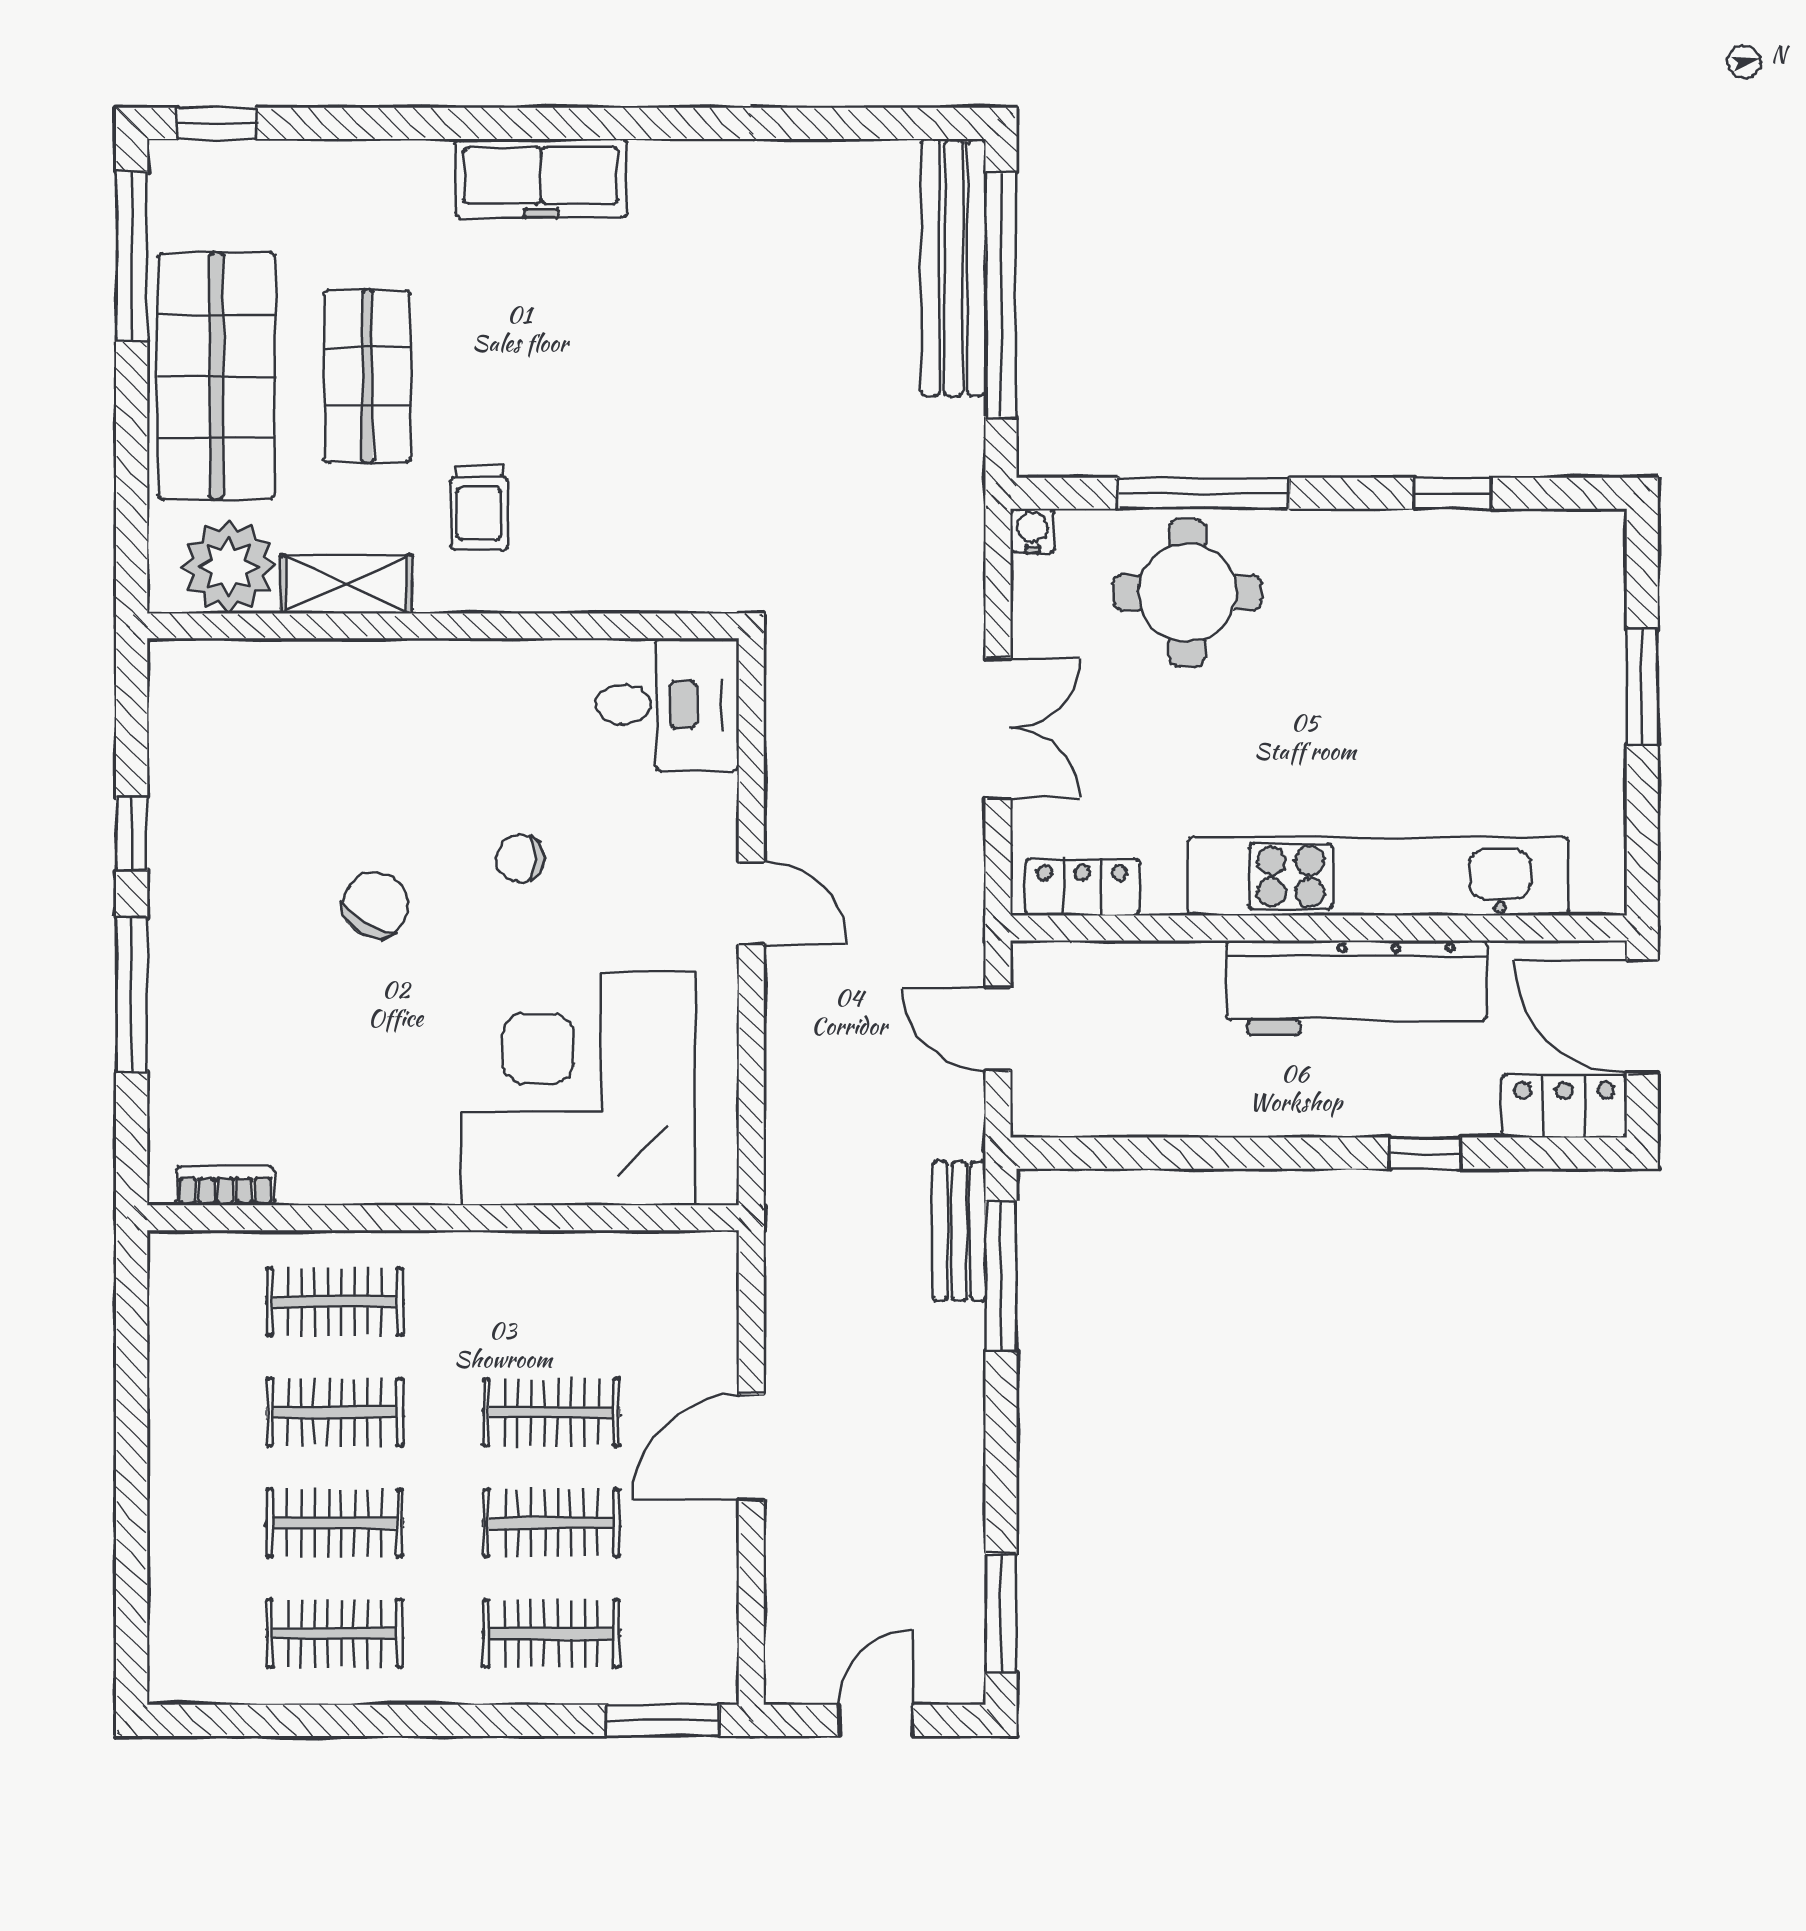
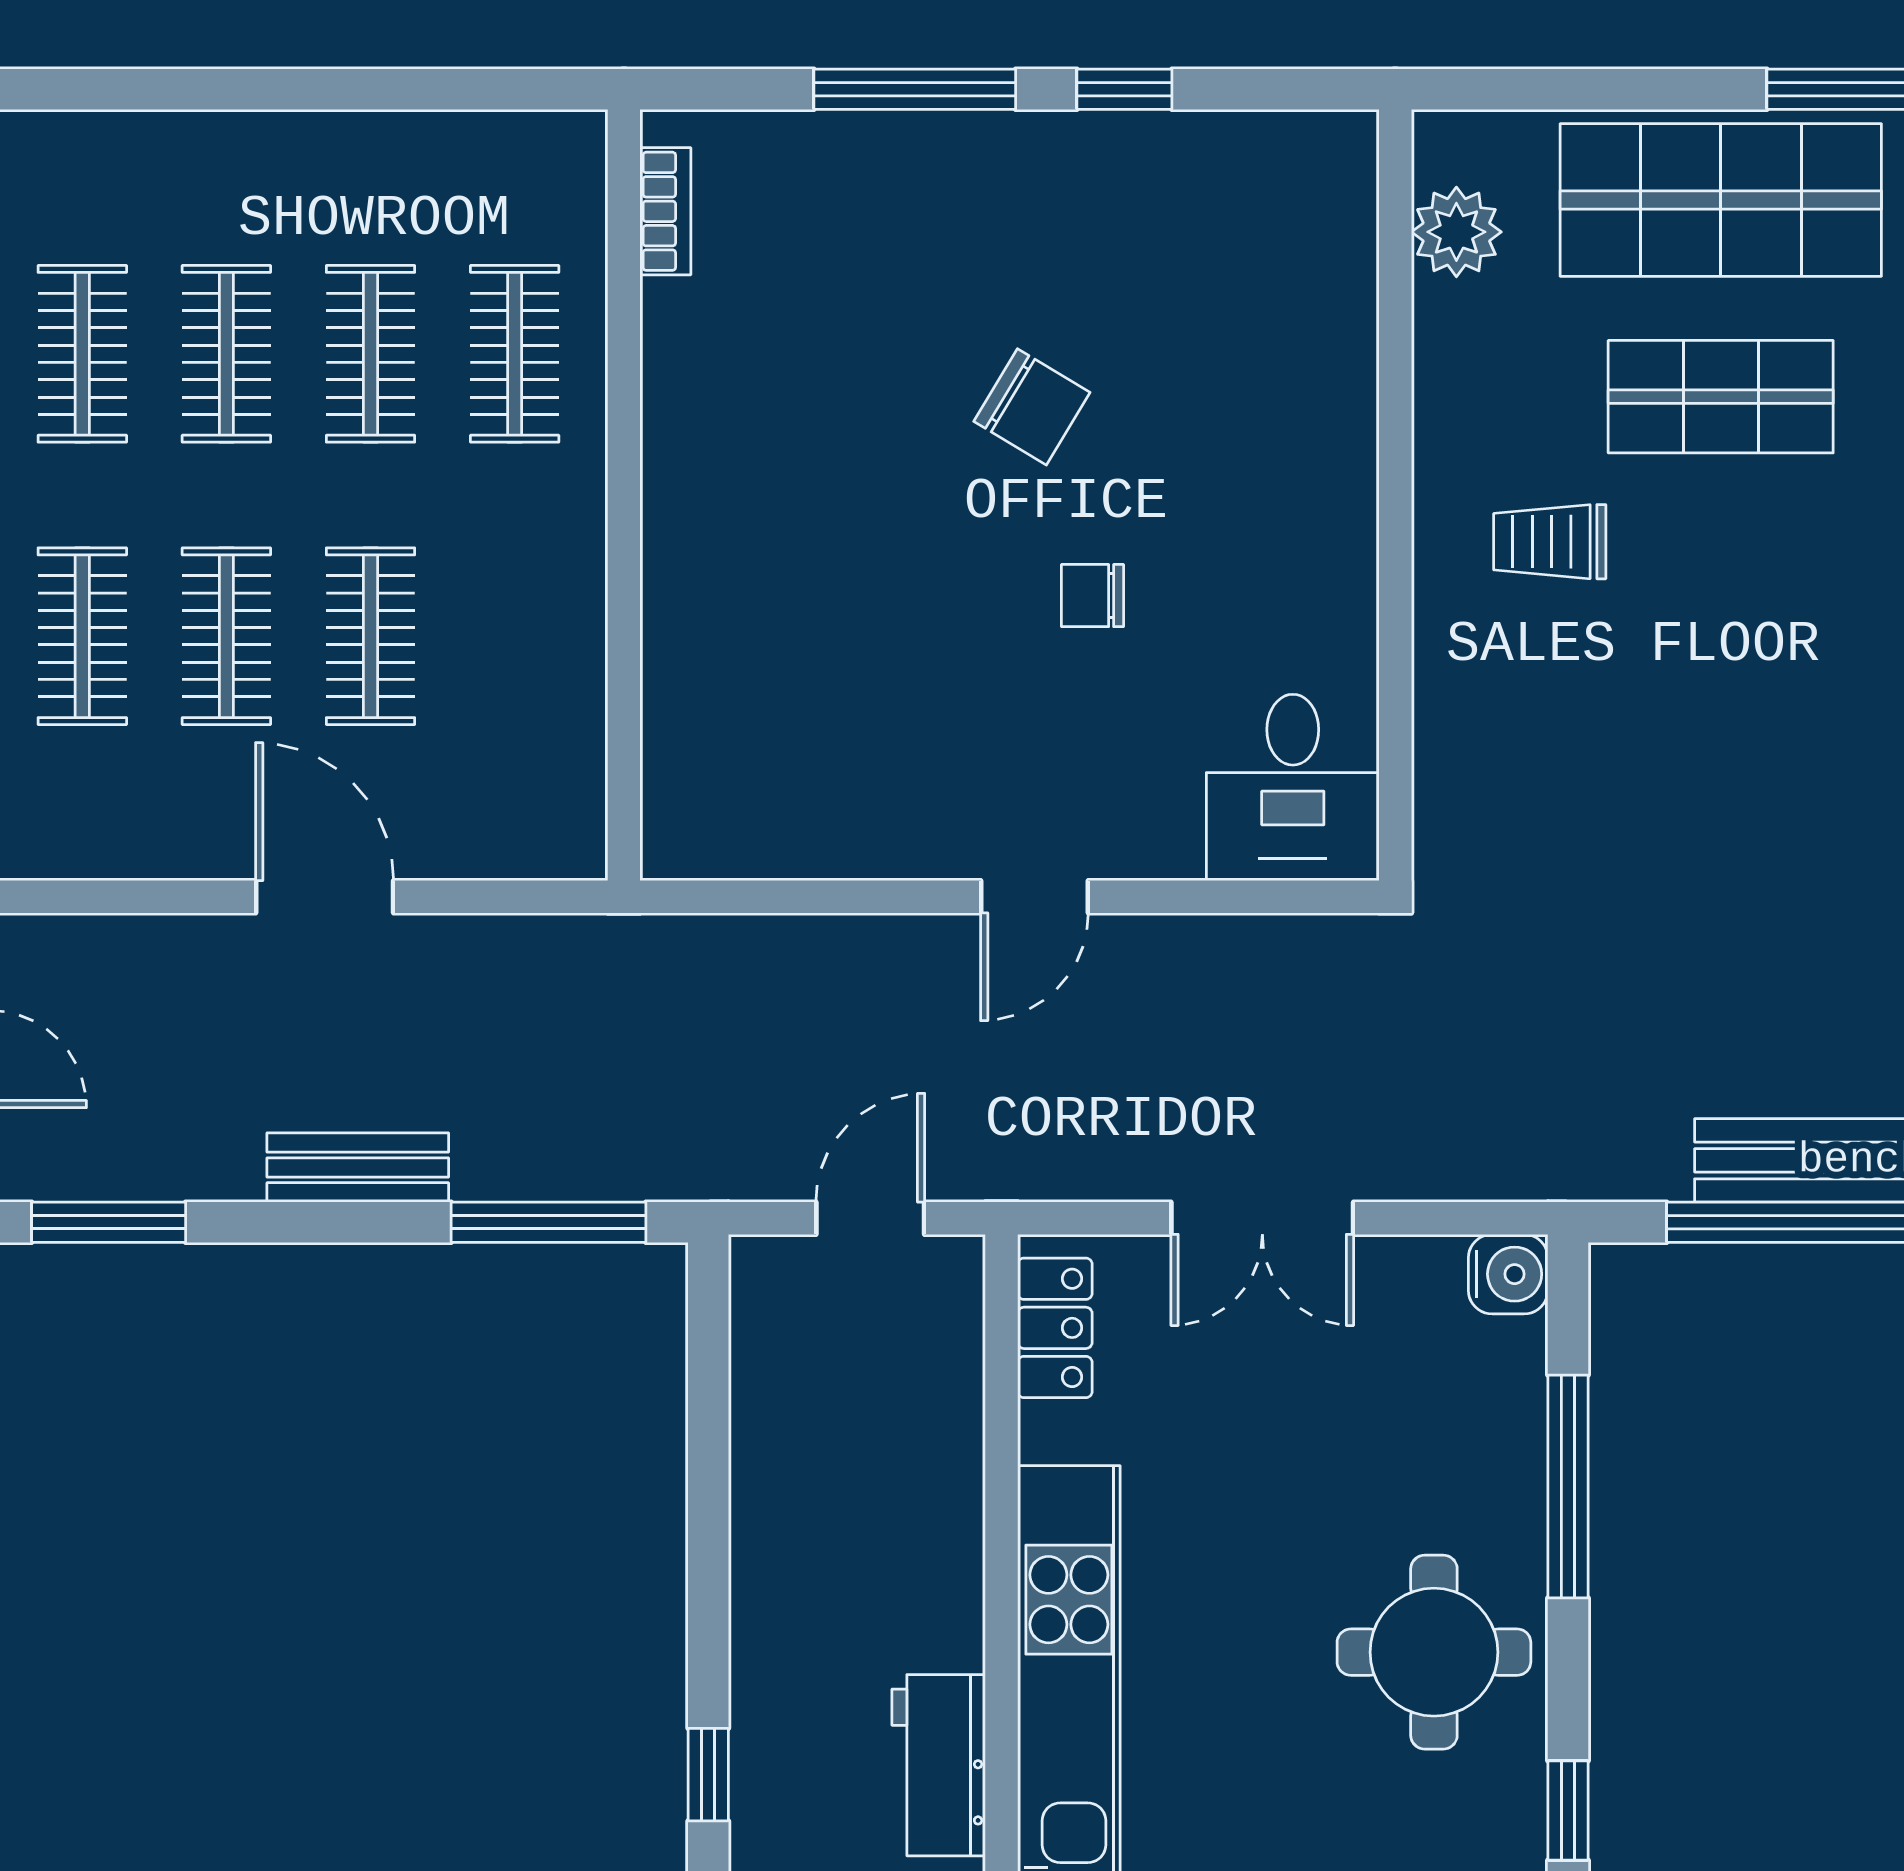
water cooler: (1032, 531) -> (1508, 1274), width x1.38, depth x1.38
plant: (229, 566) -> (1456, 232), width x0.73, depth x0.73
shelving: (346, 584) -> (1450, 369), removed
round table: (1187, 593) -> (1434, 1652), moved
chair: (520, 858) -> (1092, 596), turned -90
workbench: (1357, 988) -> (939, 1765), width x0.53, depth x0.76
corner desk: (578, 1088) -> (793, 671), removed
bench: (959, 1231) -> (358, 1167), moved

